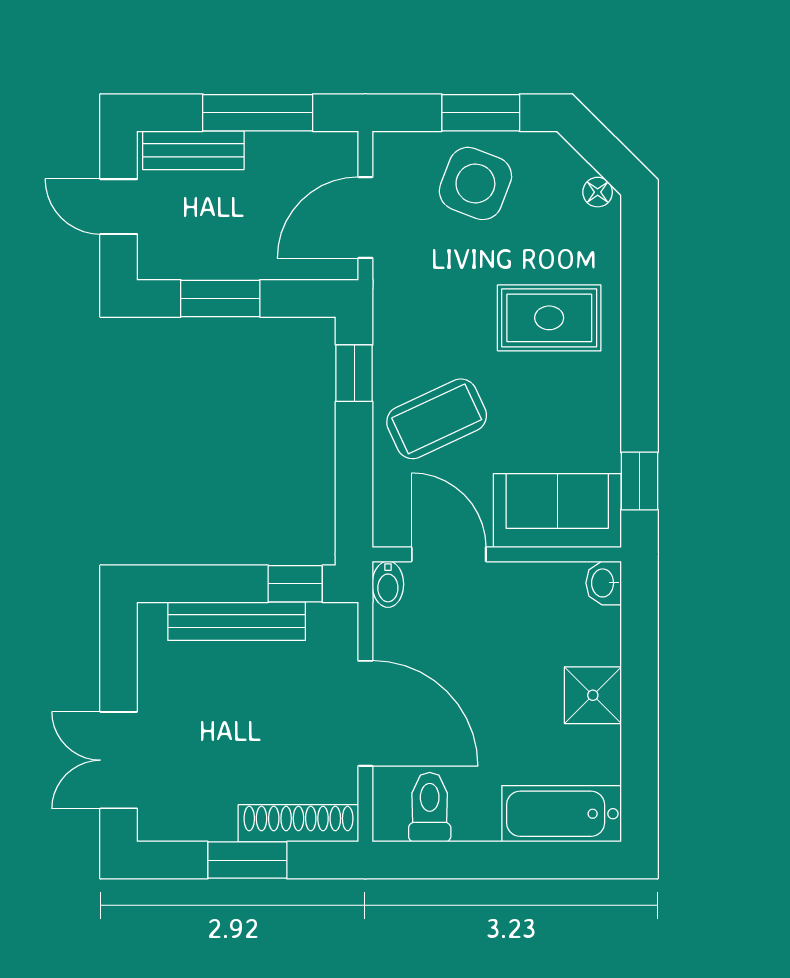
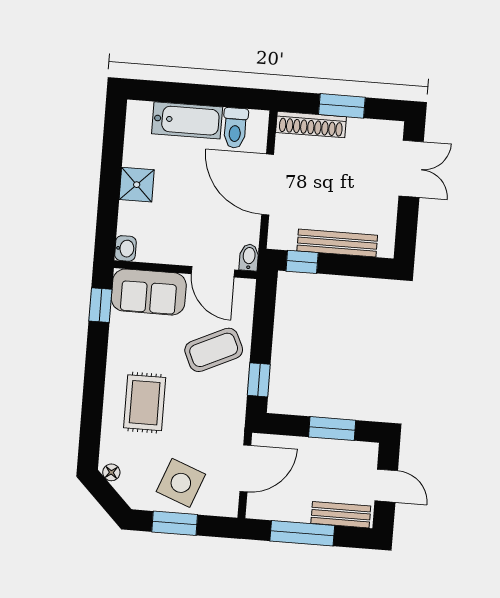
rug: (549, 318) -> (145, 403), turned 90
bathtub: (562, 814) -> (187, 120), moved

